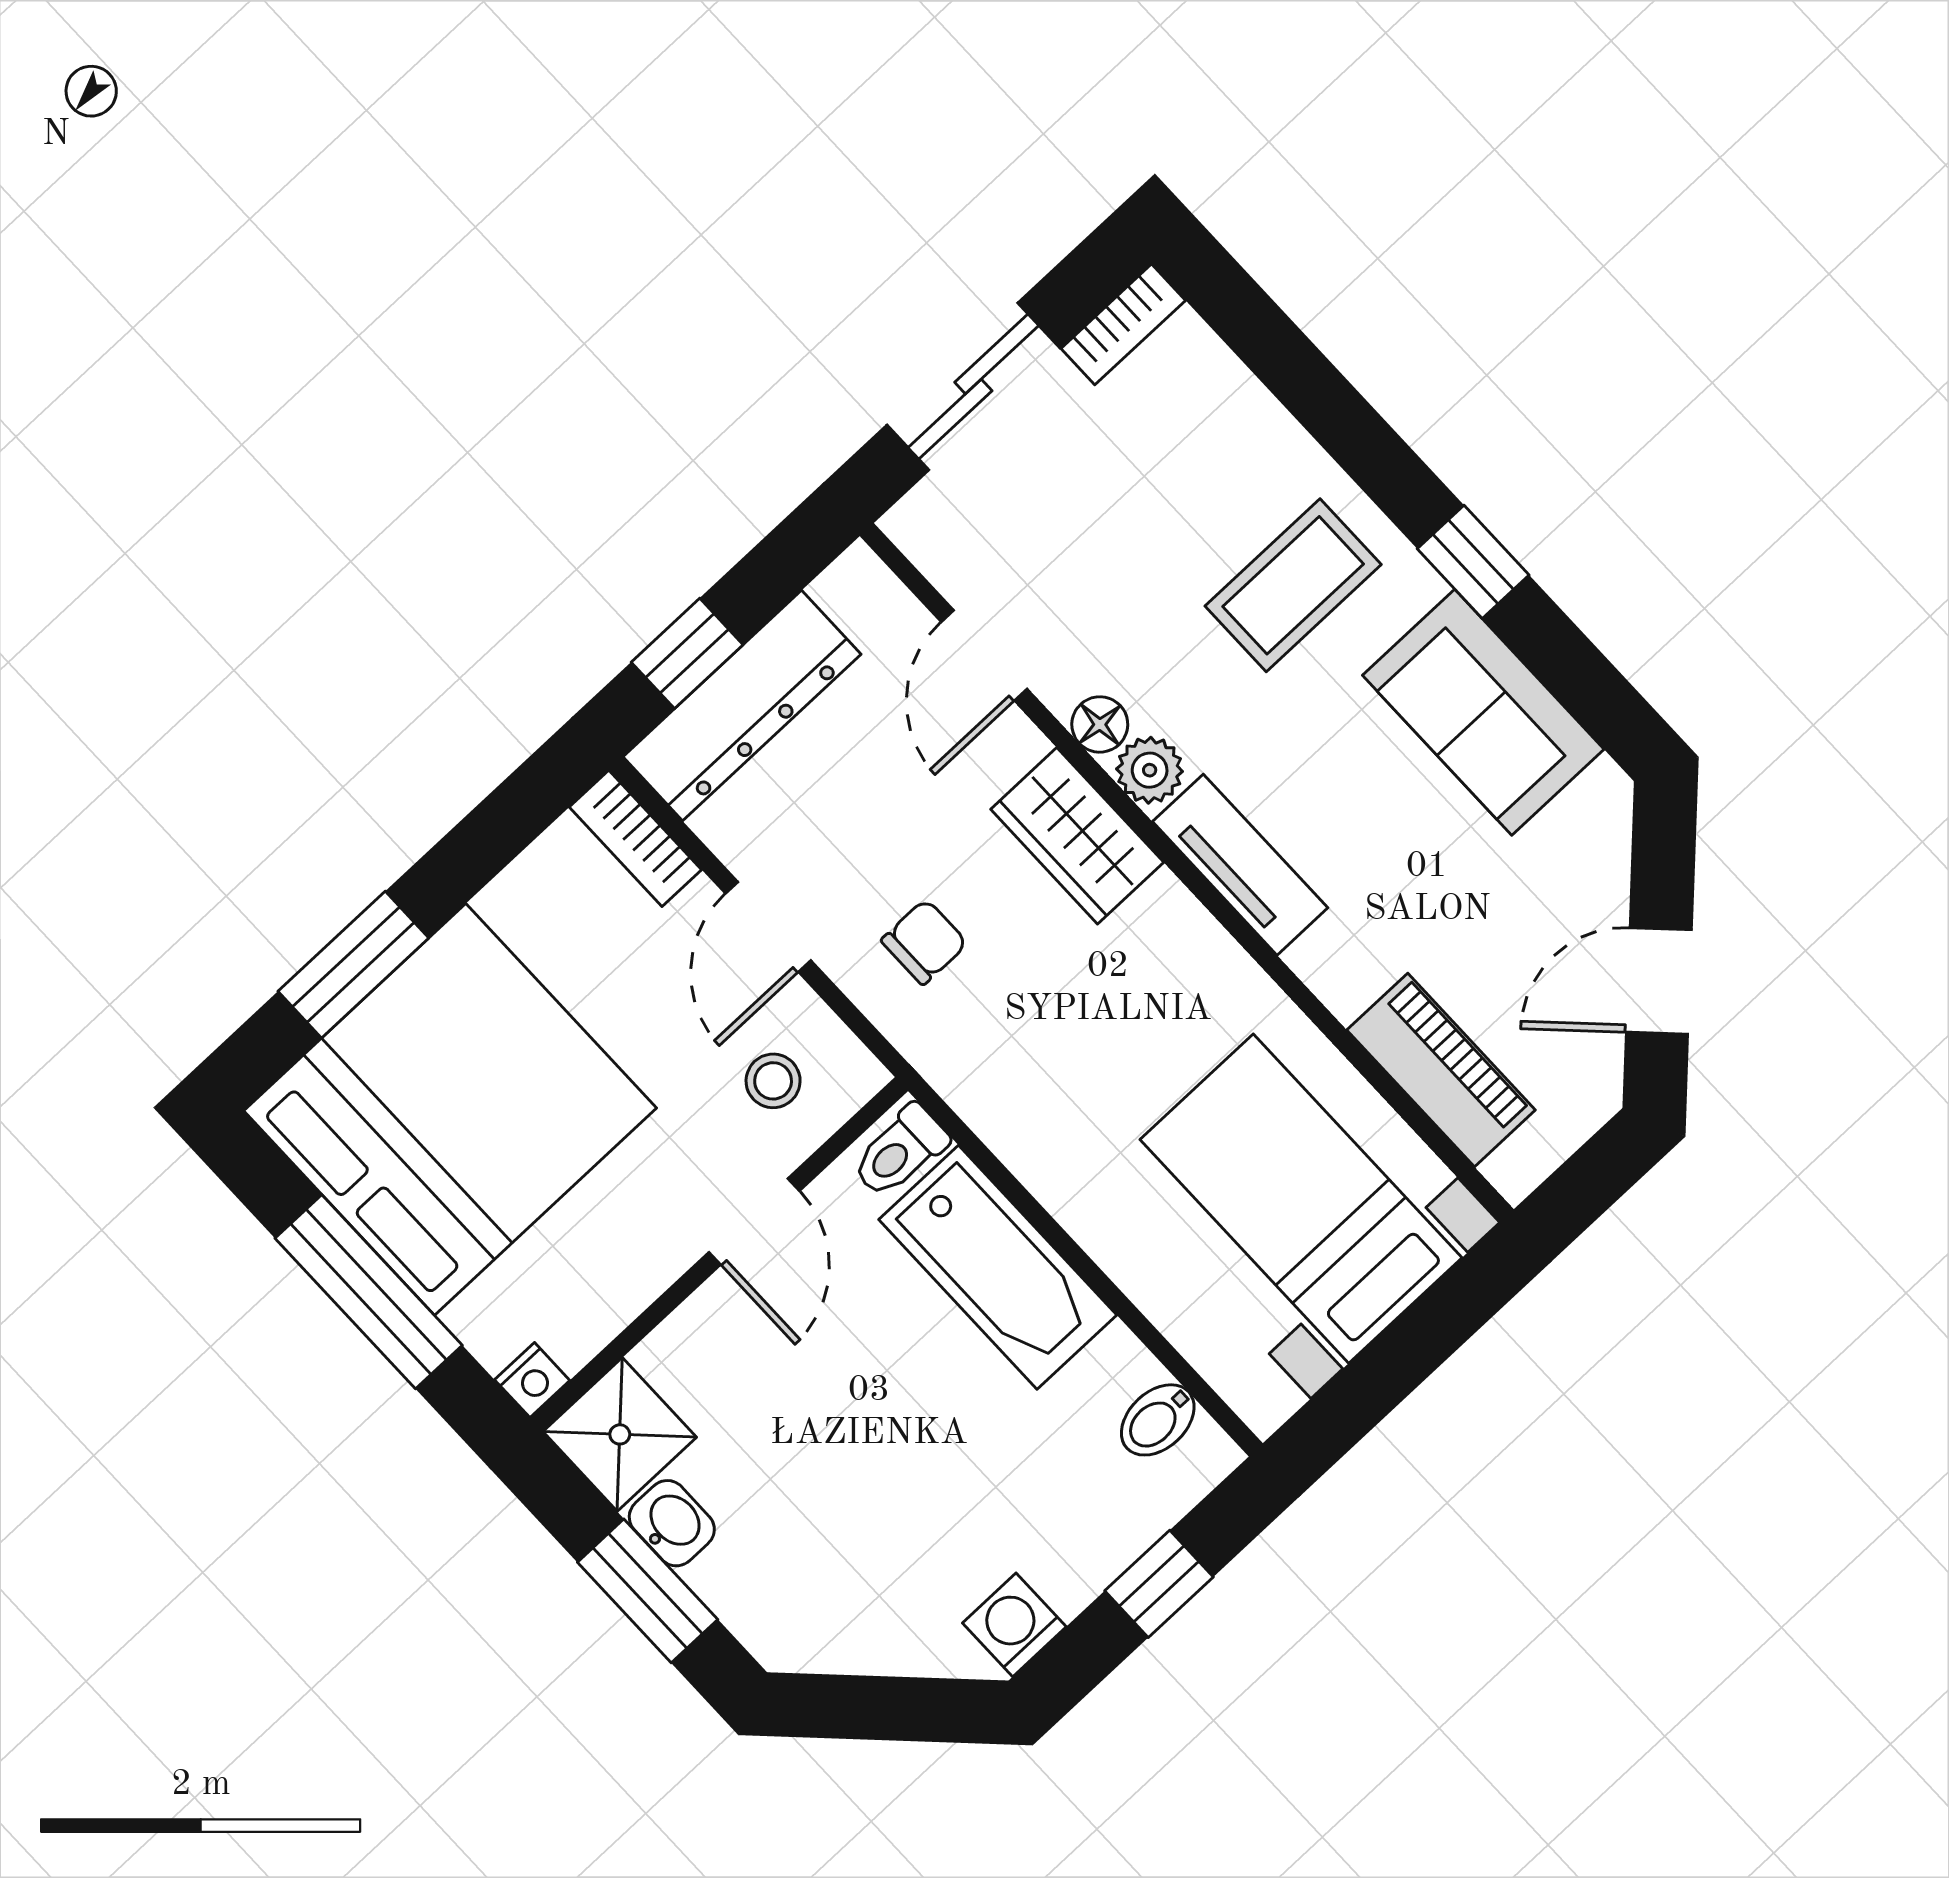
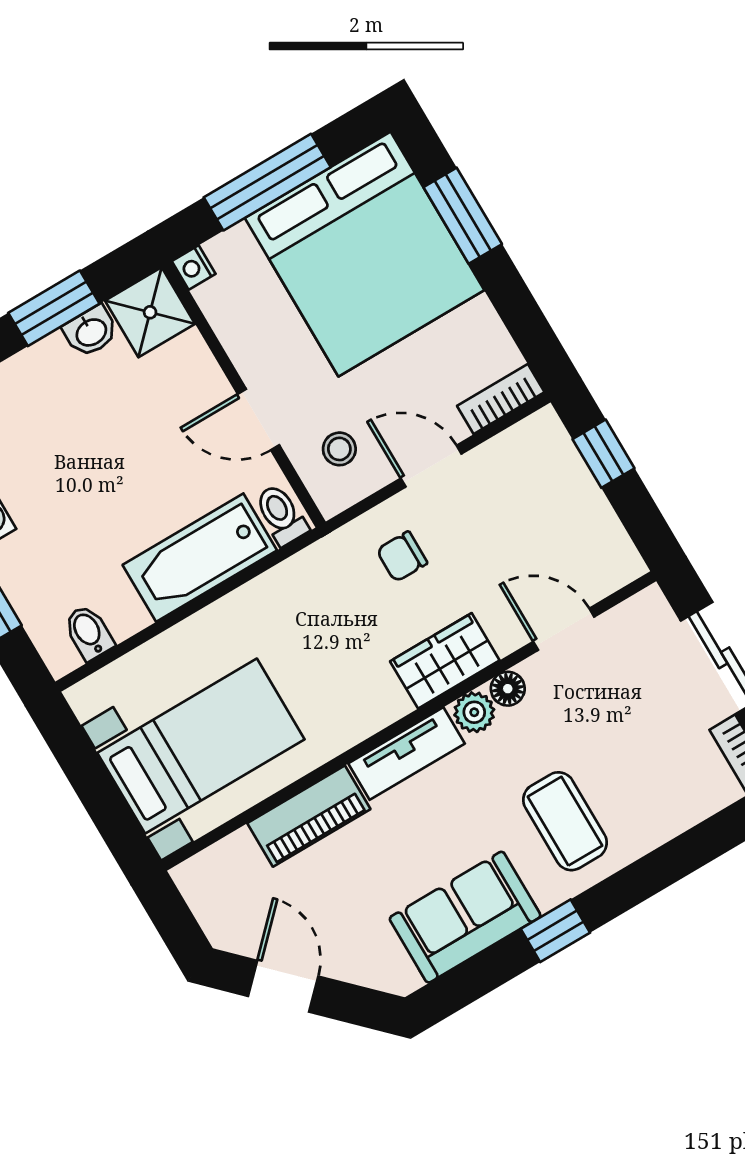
dresser: (742, 706) -> (566, 479), removed
chair: (924, 942) -> (402, 557), turned 90
piano: (1441, 1070) -> (309, 816), moved

